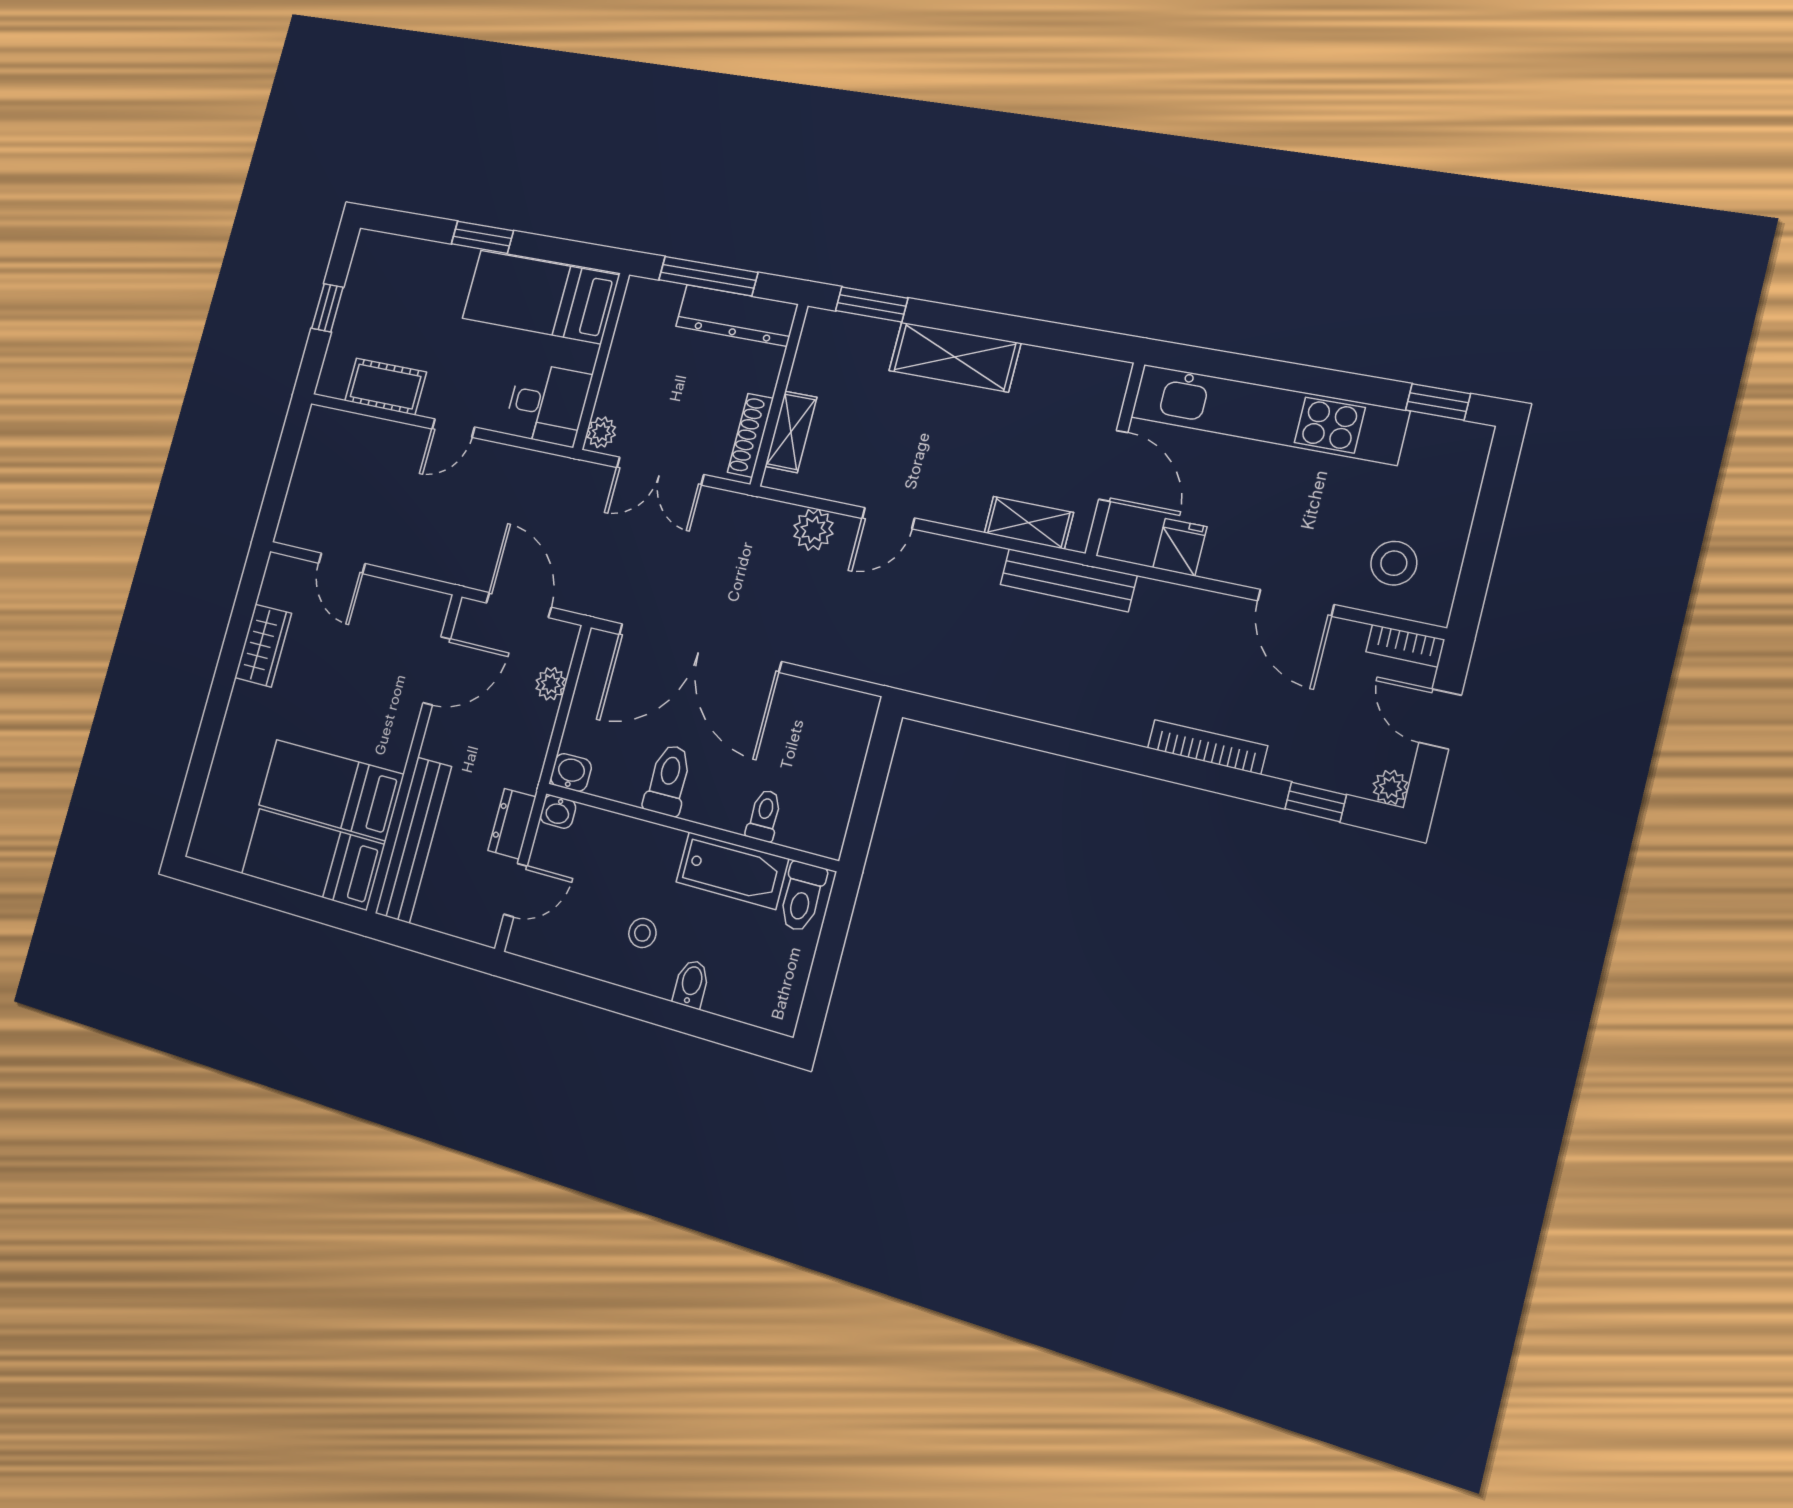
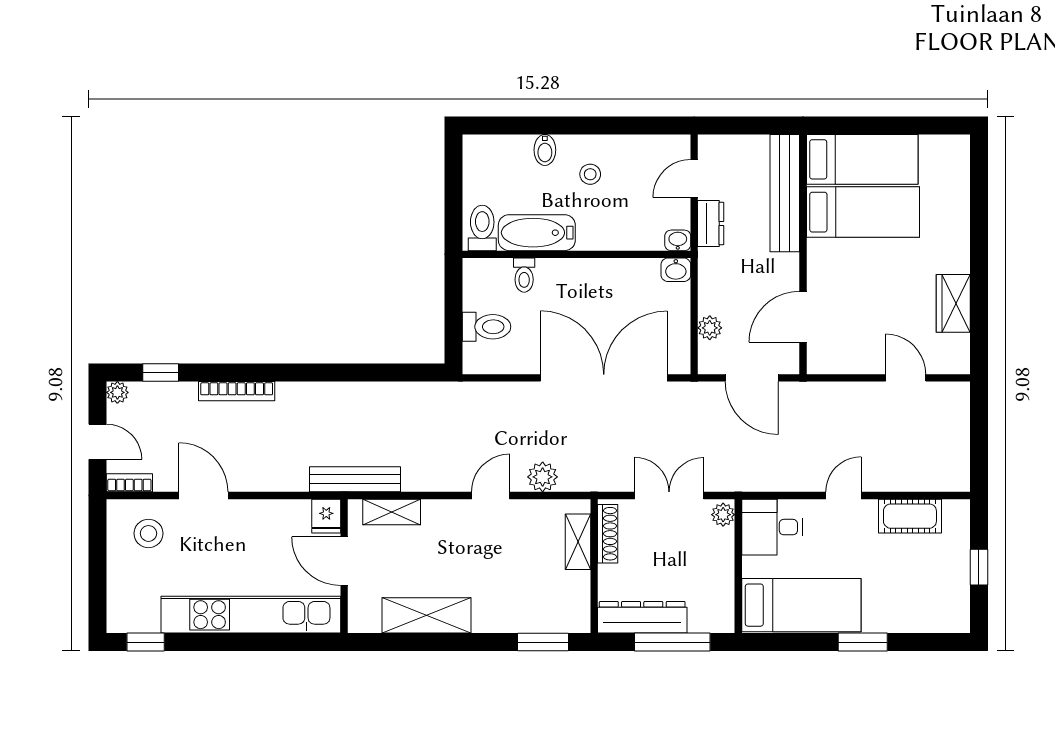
shelving: (955, 357) -> (426, 615), moved
fridge: (1180, 547) -> (326, 516), moved
toilet: (668, 780) -> (486, 327), moved, turned -90

